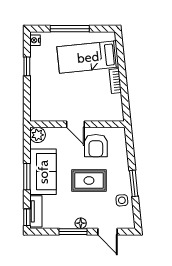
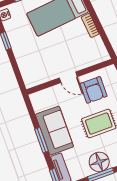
plant: (38, 135) -> (38, 99), removed
floor lamp: (81, 223) -> (99, 162), width x1.89, depth x1.89

